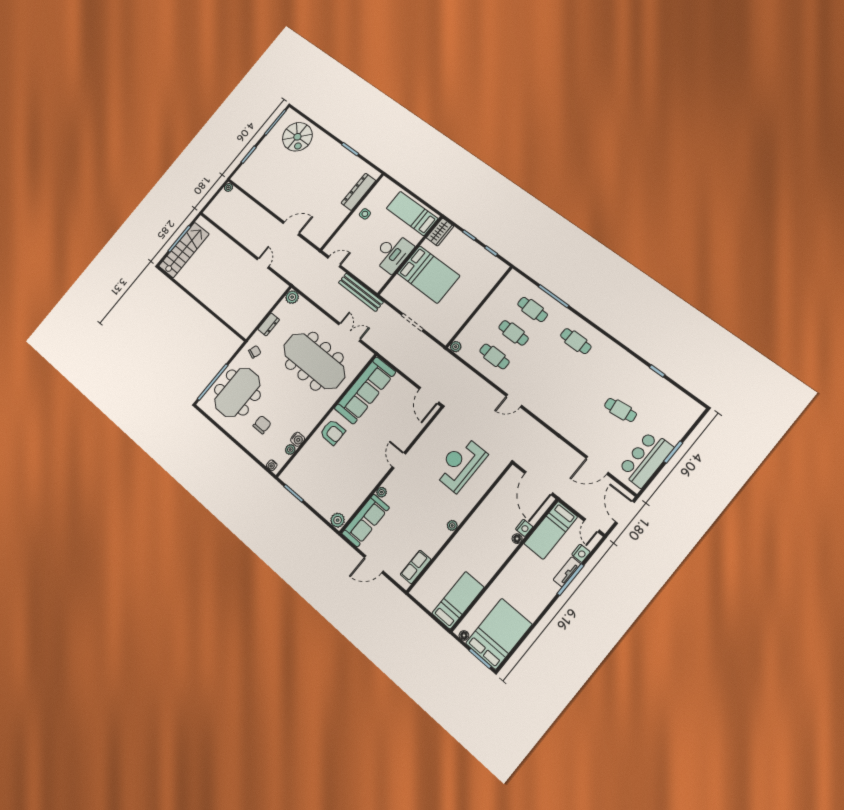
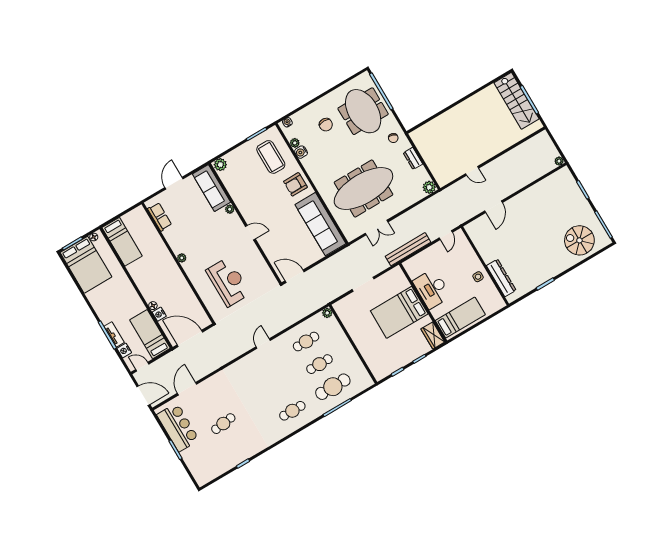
cafe table: (533, 309) -> (333, 387), width x1.37, depth x1.35
coffee table: (313, 469) -> (271, 157), added

